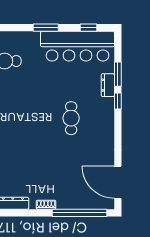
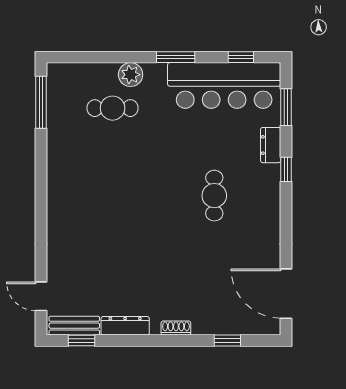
plant: (16, 39) -> (131, 75), added
window: (118, 74) -> (286, 107), moved
window: (80, 213) -> (227, 341), width x0.32

